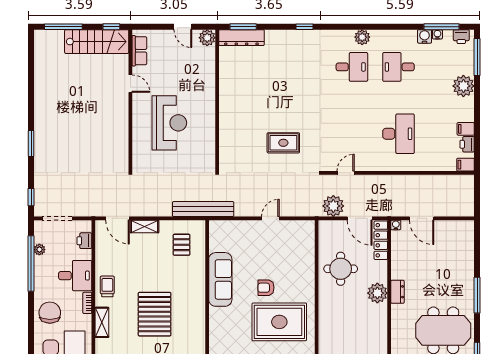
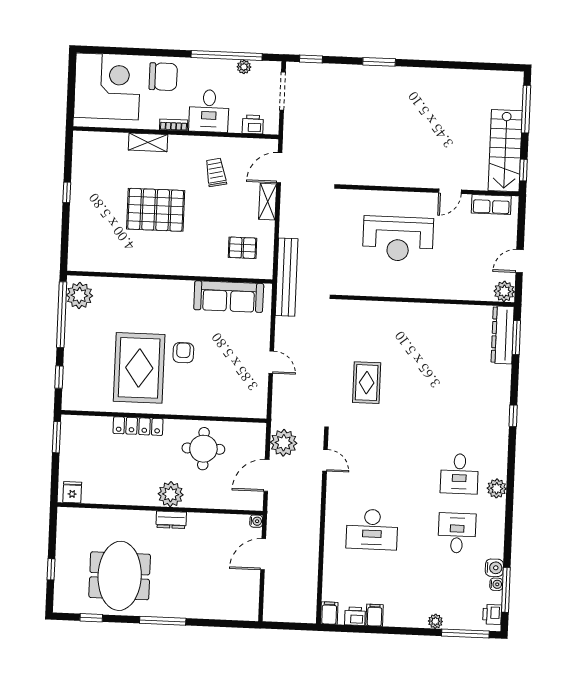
plant: (463, 86) -> (435, 621), width x0.53, depth x0.53
locker: (381, 240) -> (138, 426), moved, turned 180
sofa: (220, 279) -> (229, 297), moved
trolley: (107, 286) -> (216, 172), moved, turned -102

